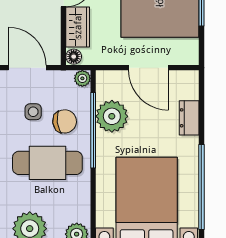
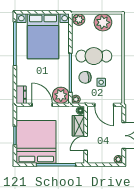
plant: (112, 116) -> (61, 95), moved
dresser: (189, 118) -> (21, 95), moved

